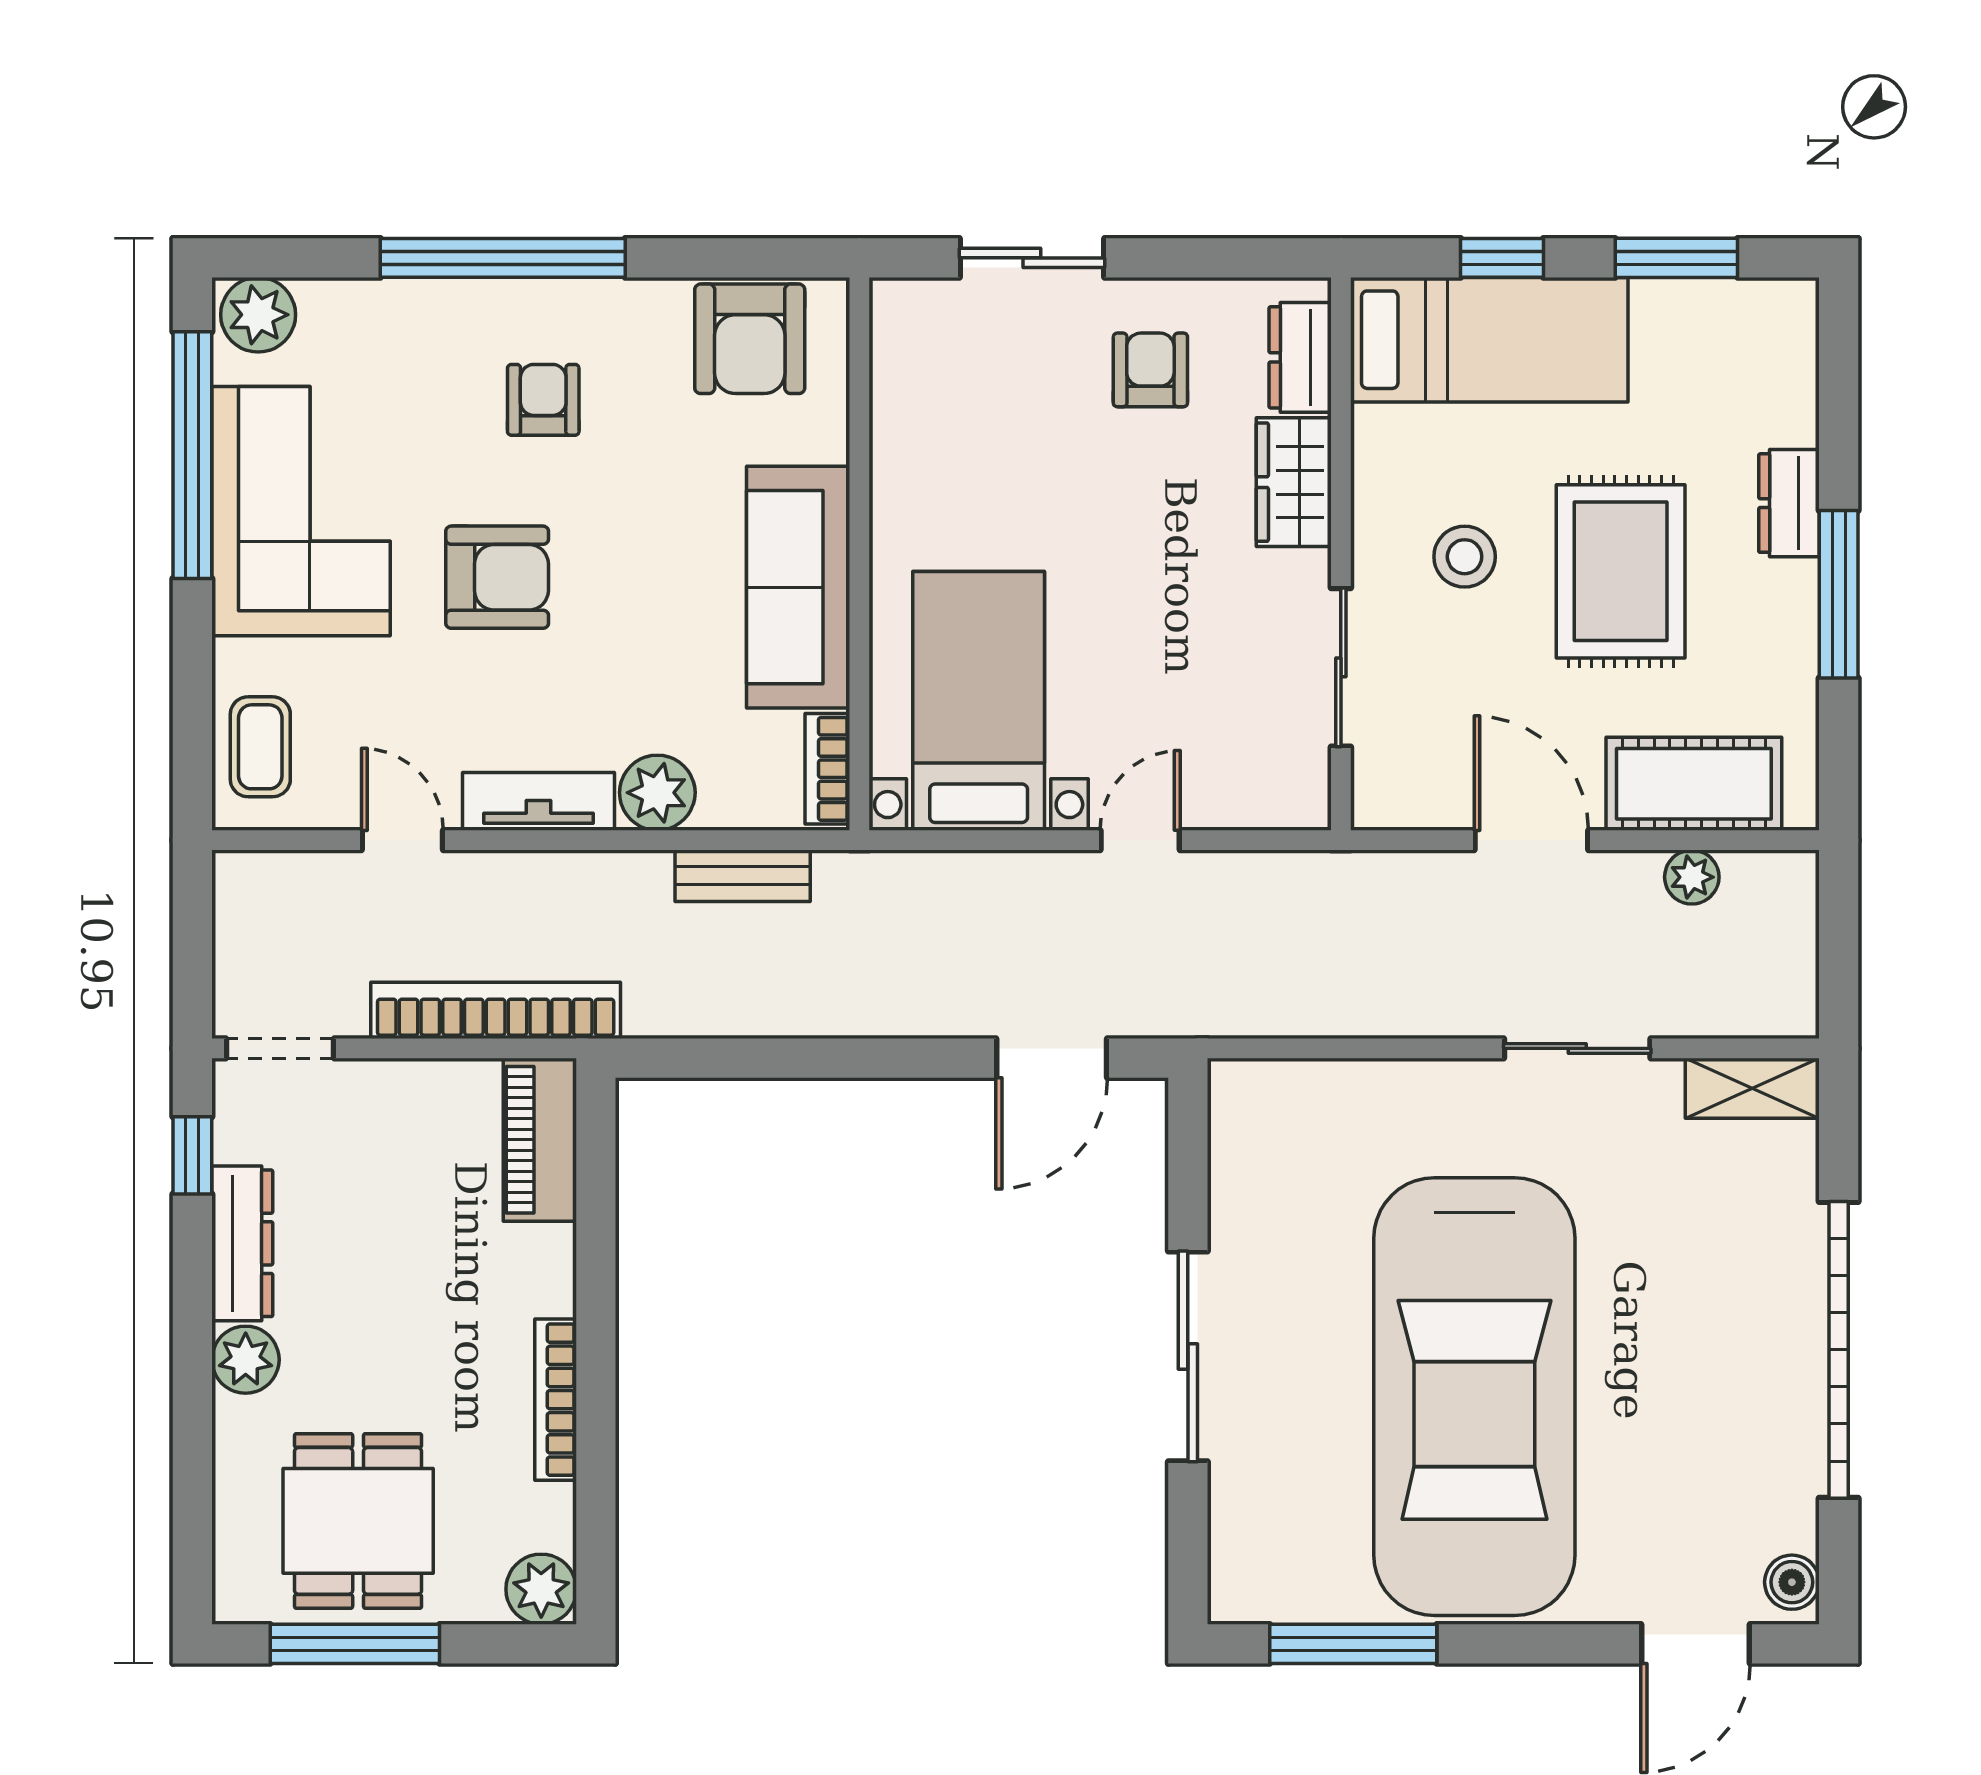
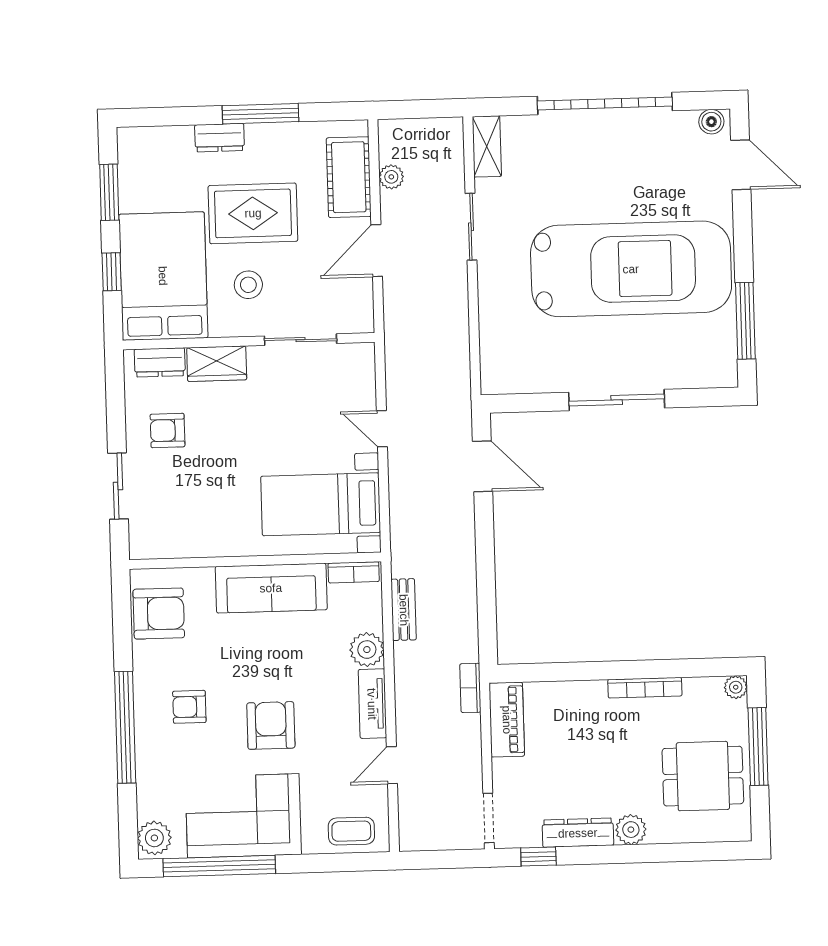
bed: (1489, 340) -> (163, 276), width x1.50
bookcase: (496, 1010) -> (470, 688), width x0.43, depth x0.76
piano: (540, 1140) -> (507, 720), moved, turned -90
plant: (541, 1589) -> (736, 687), width x0.73, depth x0.73
window: (355, 1644) -> (758, 747), moved

